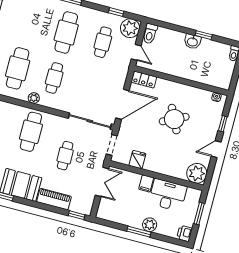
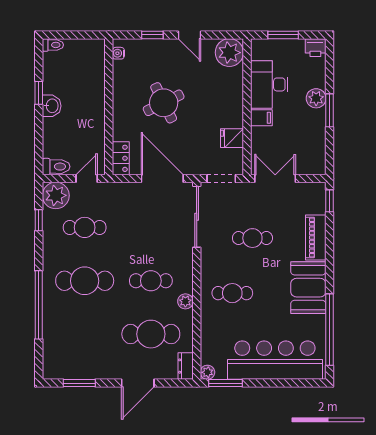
cafe table: (31, 132) -> (232, 293), width x0.73, depth x0.74

